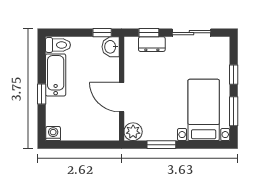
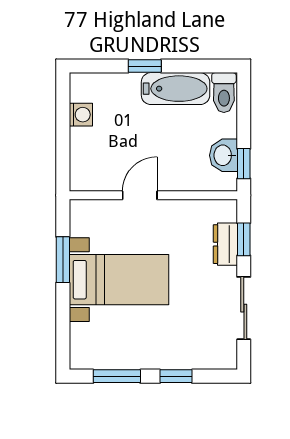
washbasin: (111, 47) -> (224, 155), moved, turned -90
door: (122, 97) -> (140, 195), width x0.73
bed with nightstands: (204, 110) -> (119, 280), moved
plant: (133, 132) -> (84, 214), removed
washing machine: (53, 134) -> (81, 115), moved

